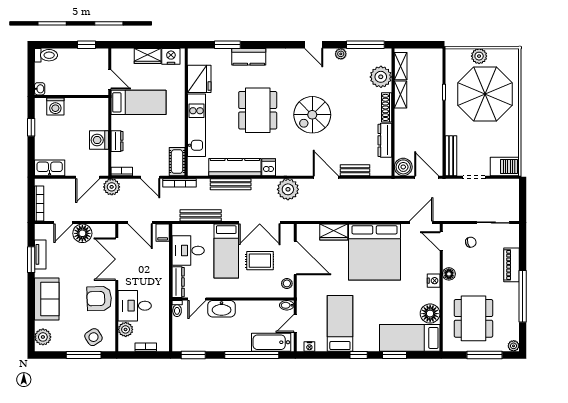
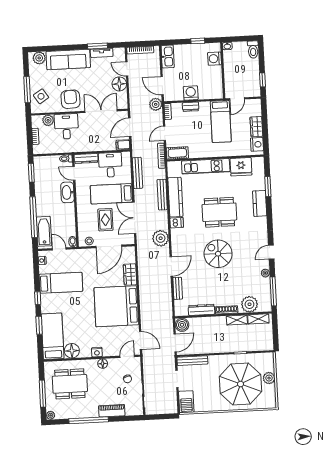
sofa: (47, 299) -> (68, 59), width x1.36

